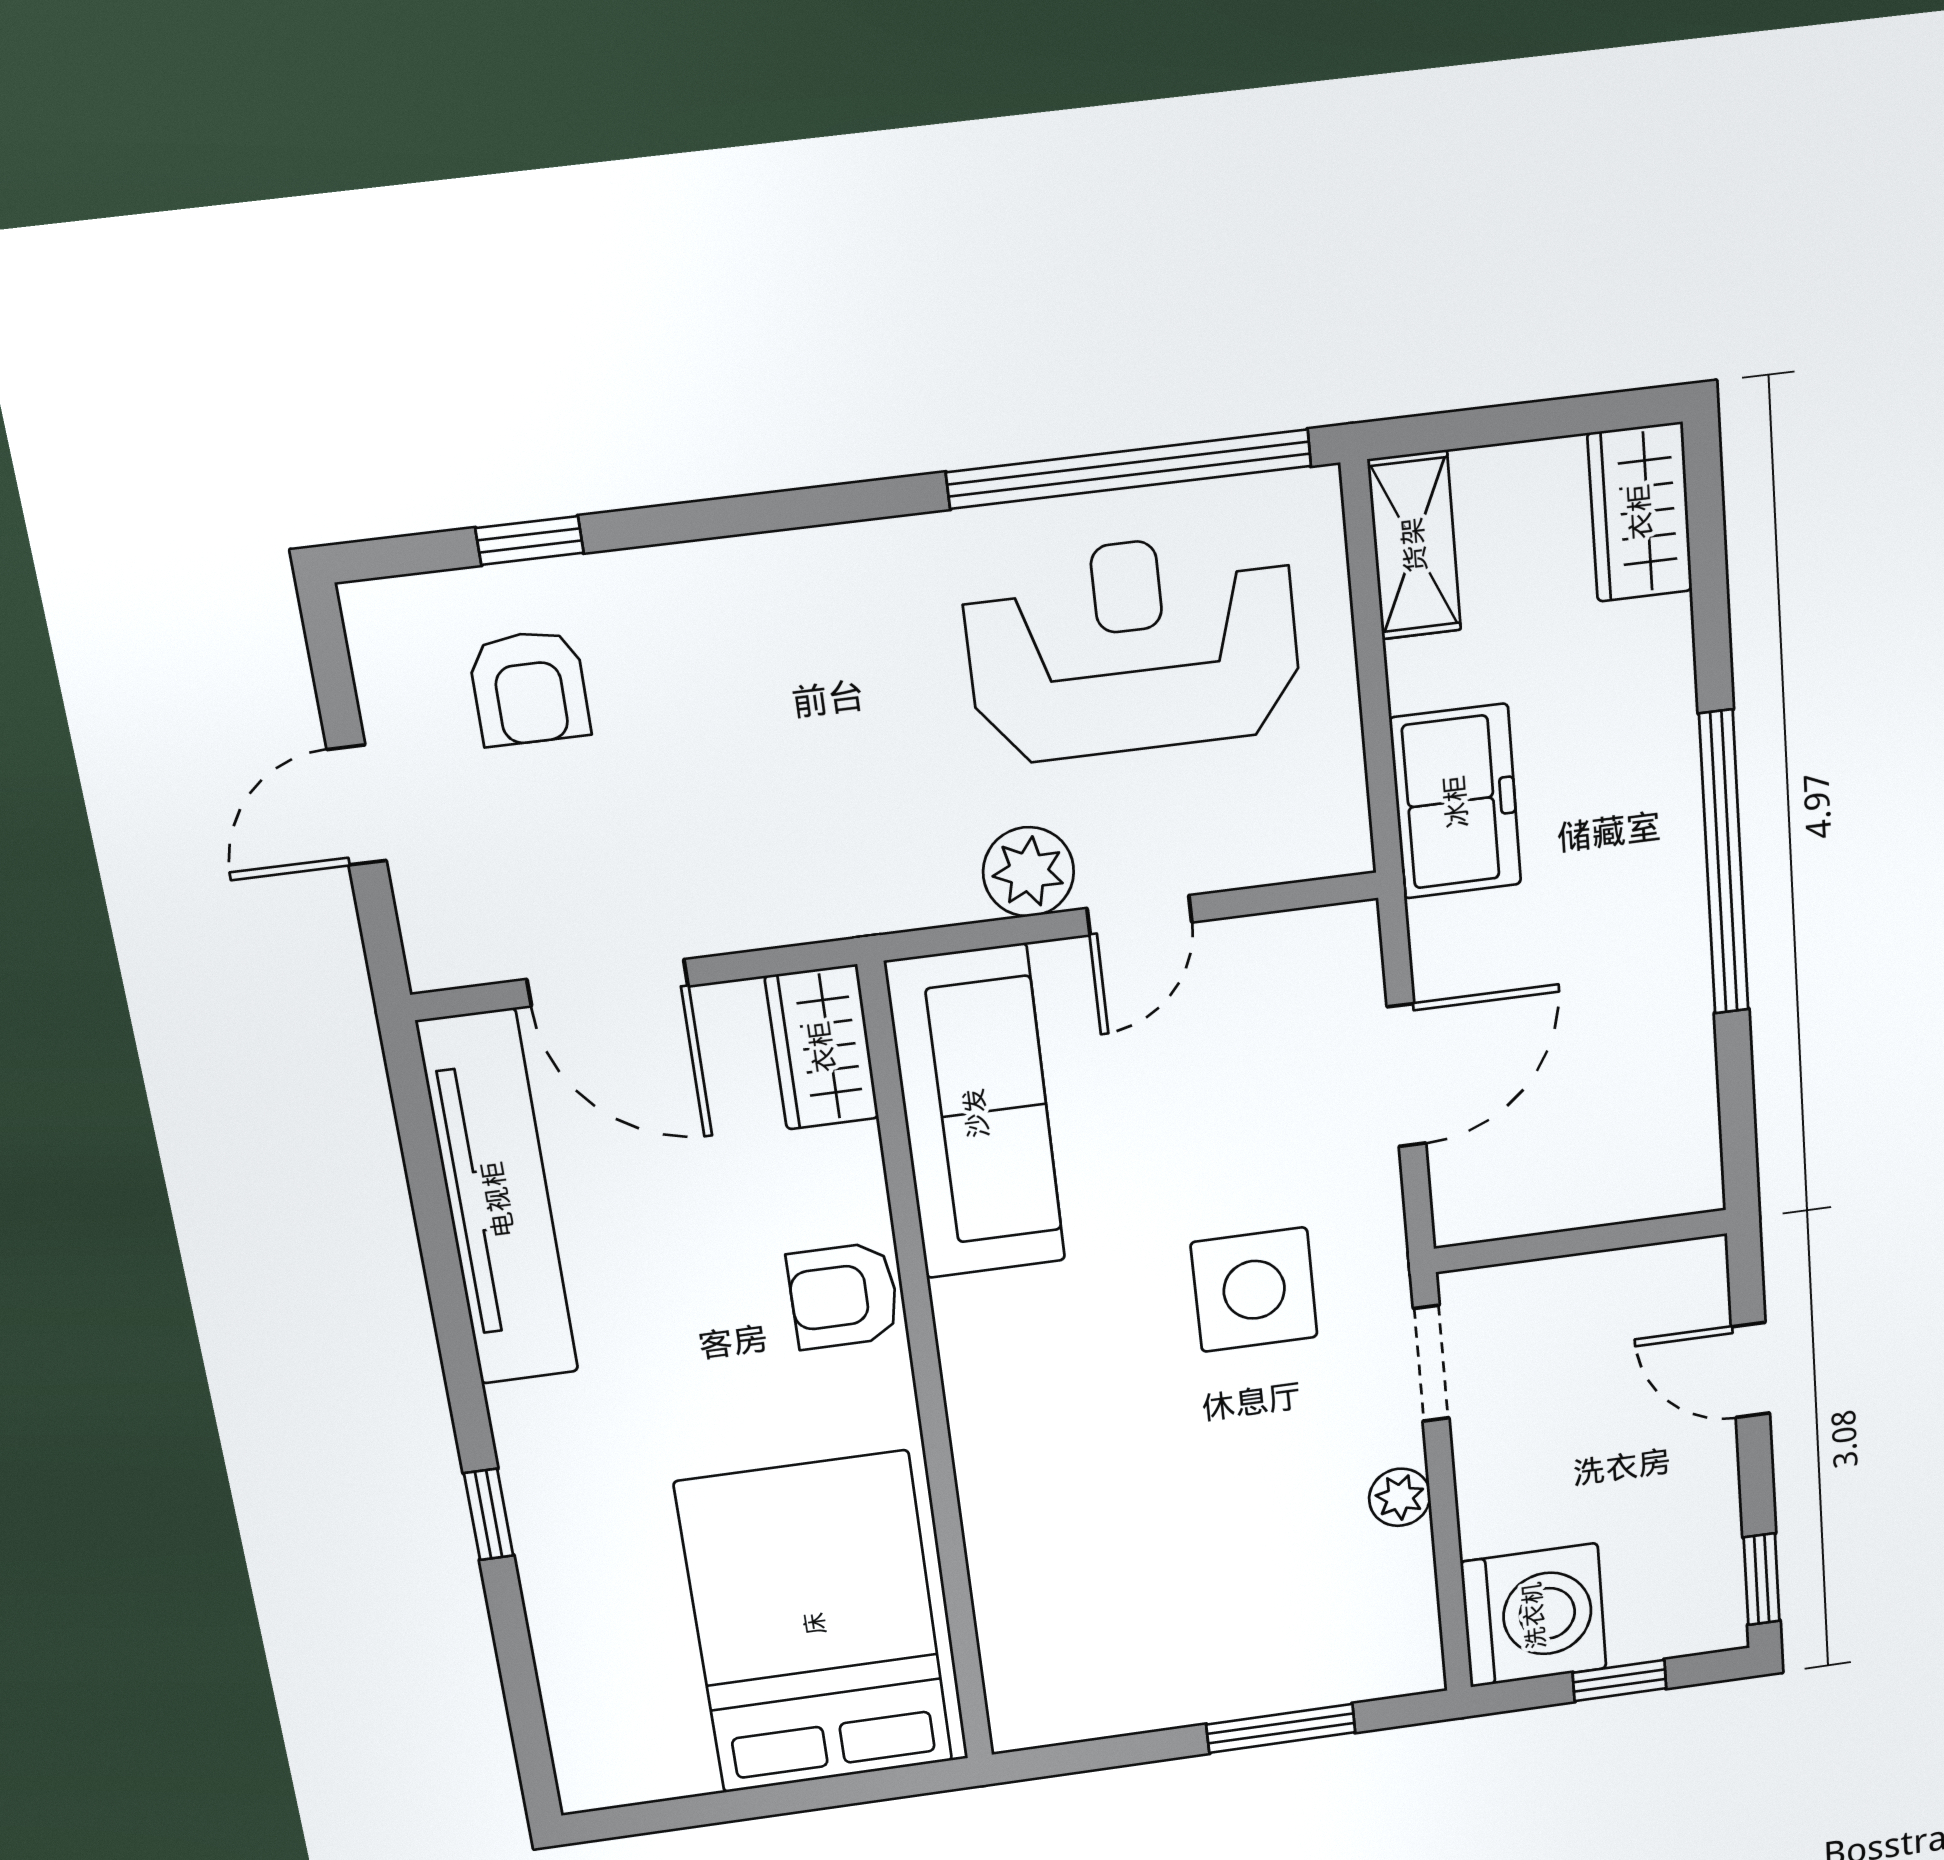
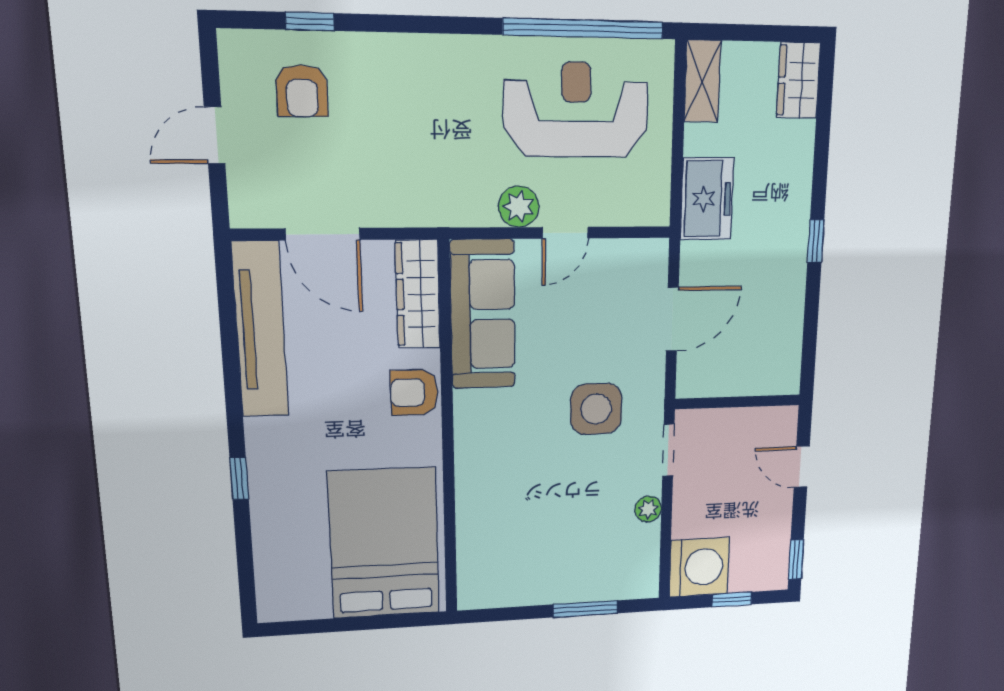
window: (1724, 863) -> (816, 241), width x0.32
wardrobe: (822, 1047) -> (418, 294), width x1.50

